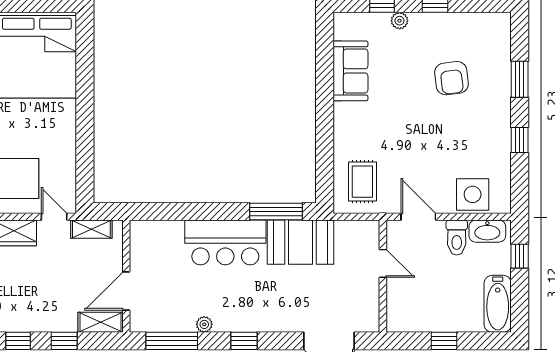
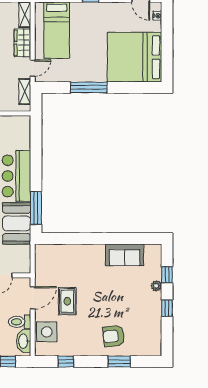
armchair: (451, 78) -> (114, 336), moved
window: (85, 128) -> (89, 87), added
window: (520, 140) -> (66, 362), moved
rug: (362, 182) -> (67, 301), moved, turned 90

